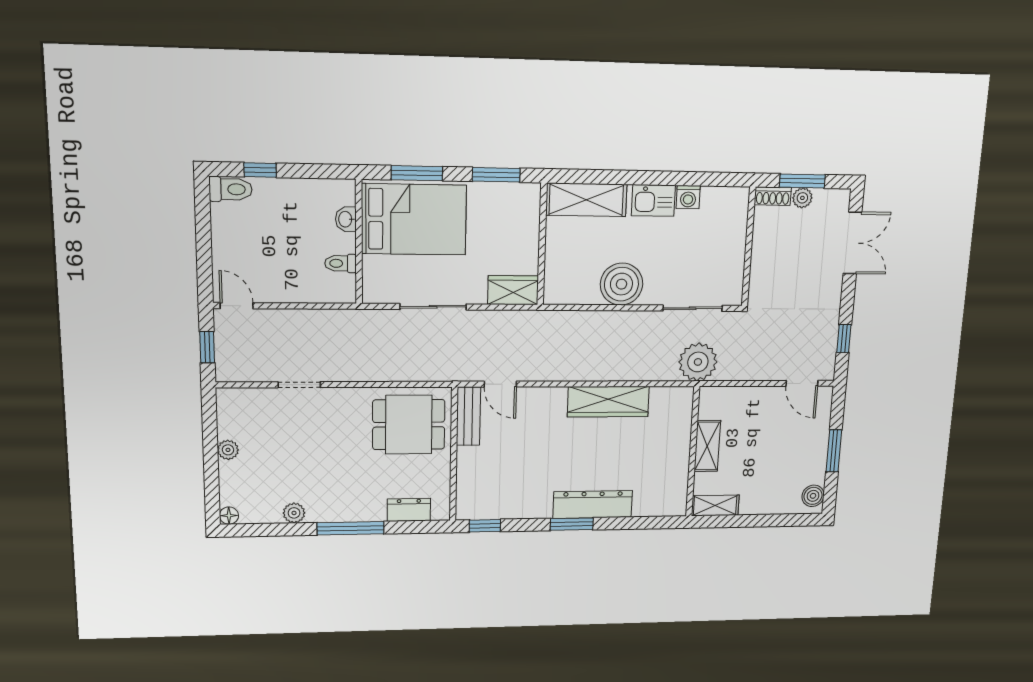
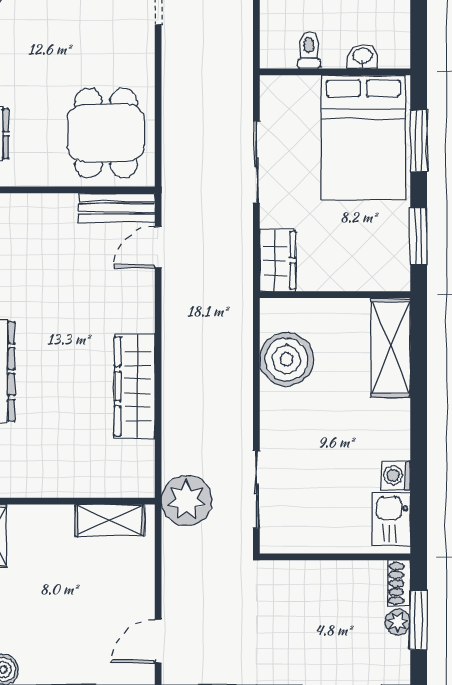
kitchen sink: (653, 200) -> (391, 519), moved
boiler: (621, 284) -> (286, 359), moved
shelving: (707, 446) -> (110, 520), moved

